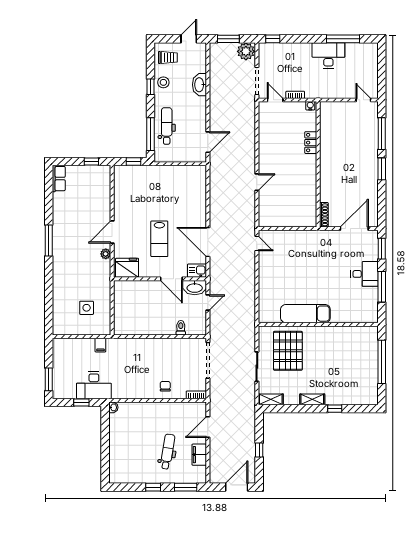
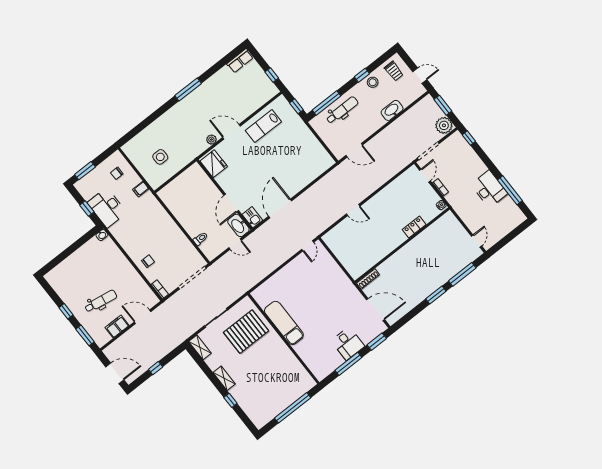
lab bench: (159, 239) -> (263, 126), moved
chair: (72, 355) -> (117, 173), added

